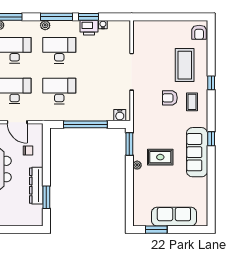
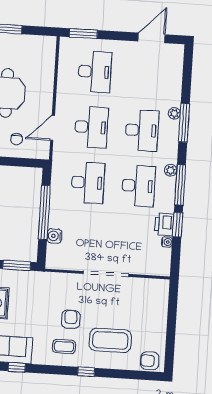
water cooler: (120, 115) -> (54, 236), moved

